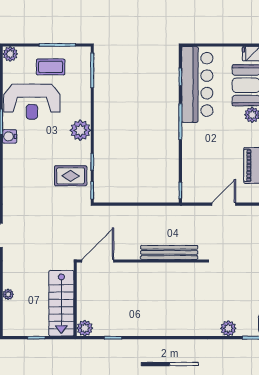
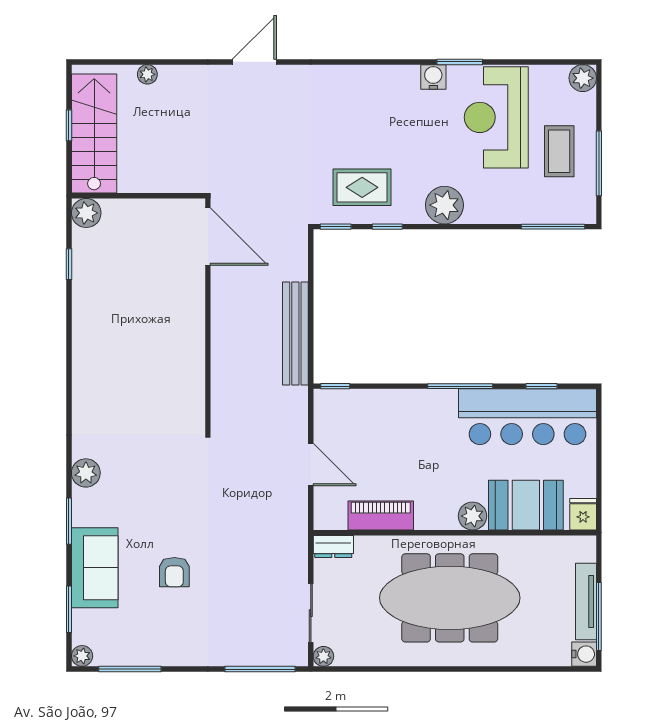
rug: (71, 176) -> (362, 187), turned 90
bench: (169, 252) -> (295, 334), moved
stairs: (61, 303) -> (94, 134), moved, turned 90

